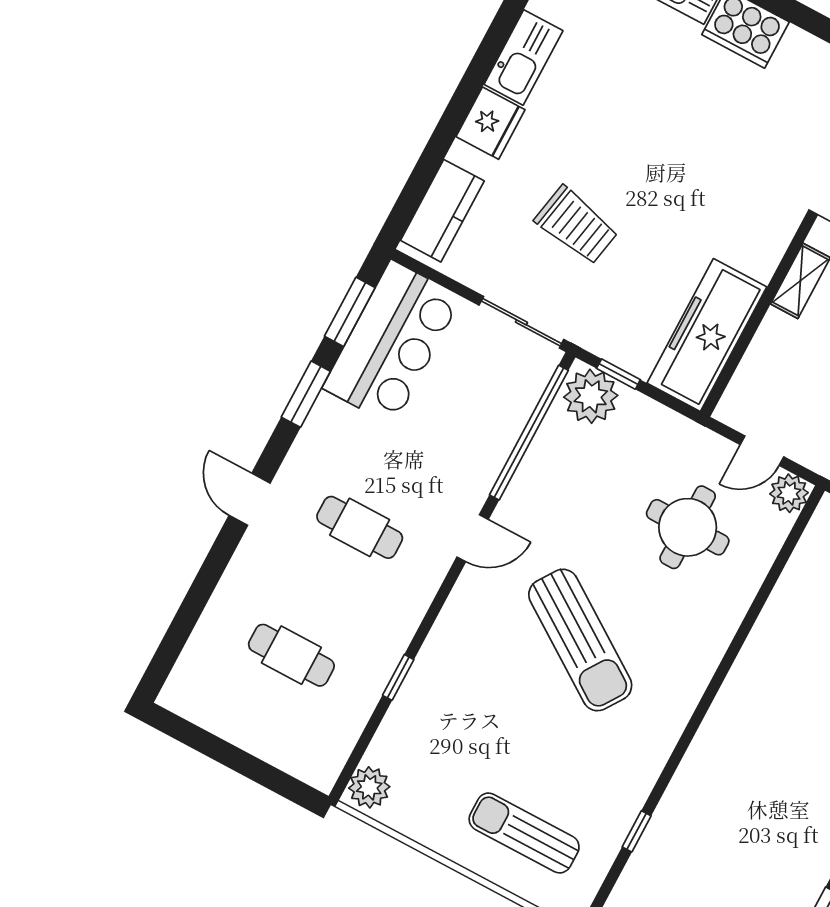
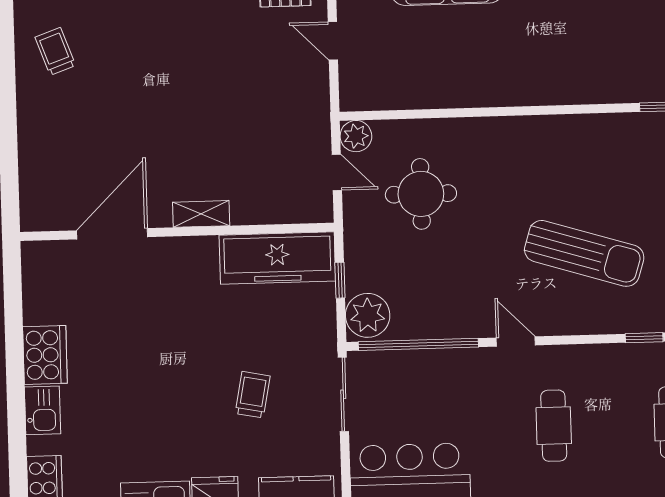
trolley: (576, 225) -> (253, 395), width x0.73, depth x0.72
window: (618, 374) -> (340, 280), moved
sun lounger: (580, 640) -> (584, 253), moved, turned 73

